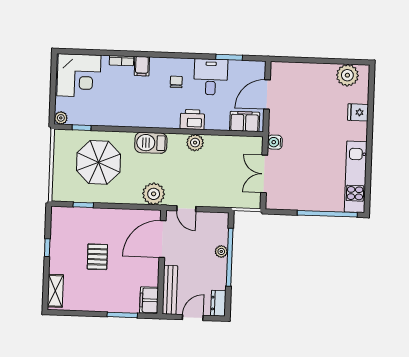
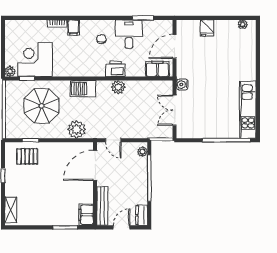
corner desk: (79, 75) -> (35, 59), moved, turned 180
plant: (347, 75) -> (243, 25), width x0.53, depth x0.53
fridge: (358, 112) -> (207, 28), moved, turned -90
plant: (154, 194) -> (76, 129), moved
plant: (221, 251) -> (142, 152), moved
pallet: (97, 257) -> (27, 156), moved, turned 90

